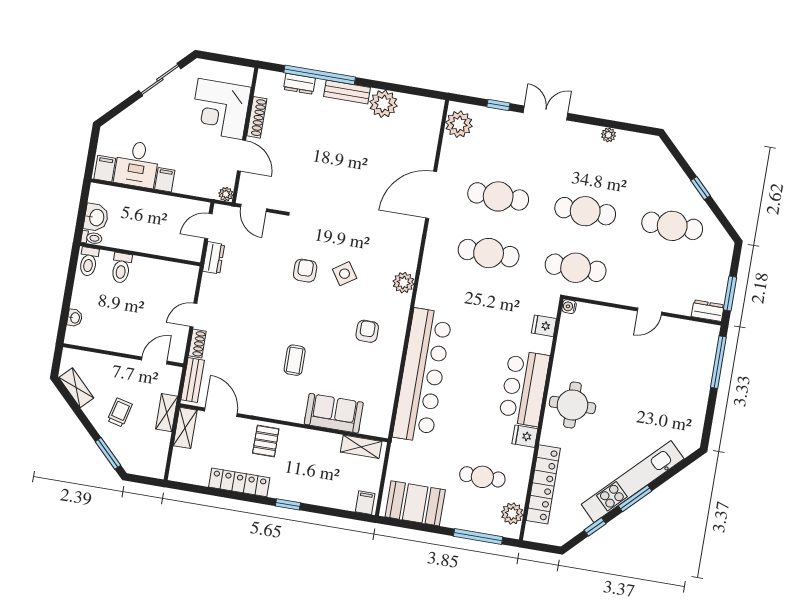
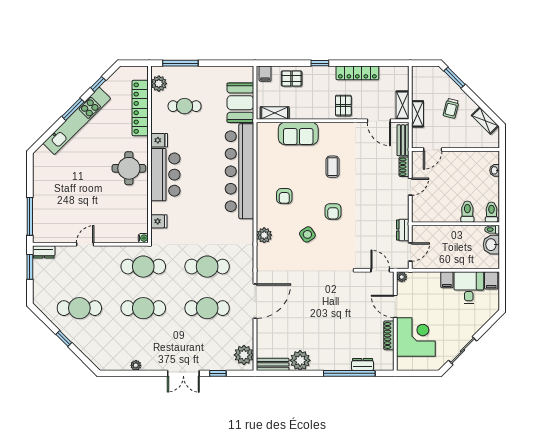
bench: (347, 92) -> (273, 364), moved
armchair: (305, 271) -> (333, 211), moved
pallet: (330, 490) -> (292, 79), added
booth: (415, 503) -> (240, 103), moved, turned 90

